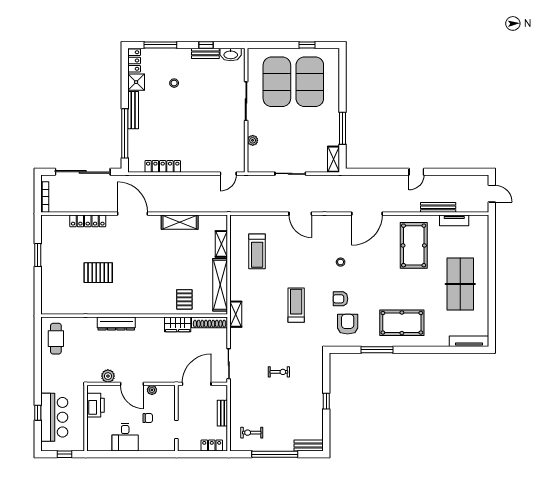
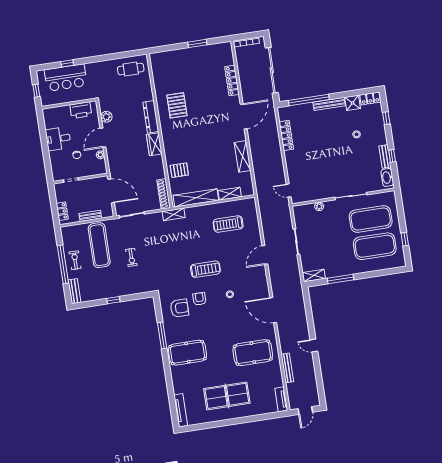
window: (160, 45) -> (386, 118), width x0.46
tv unit: (454, 220) -> (281, 399), moved
pallet: (98, 273) -> (177, 105), moved
treadmill: (296, 305) -> (205, 269), moved
pool table: (402, 323) -> (187, 353), turned 90
wardrobe: (178, 324) -> (154, 144), moved
exercise mat: (259, 408) -> (99, 245), added
exercise bike: (252, 433) -> (75, 260), moved

